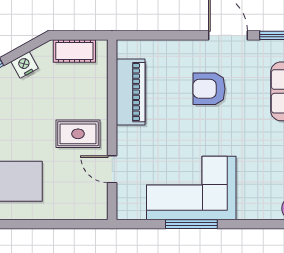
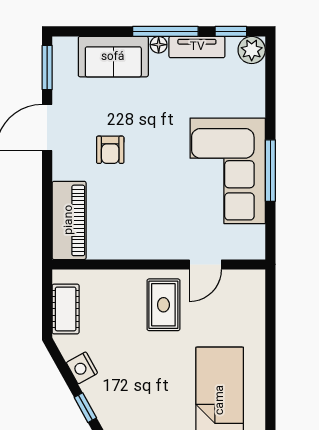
armchair: (209, 89) -> (110, 150), width x0.72, depth x0.72
piano: (131, 92) -> (69, 220), moved, turned 90

